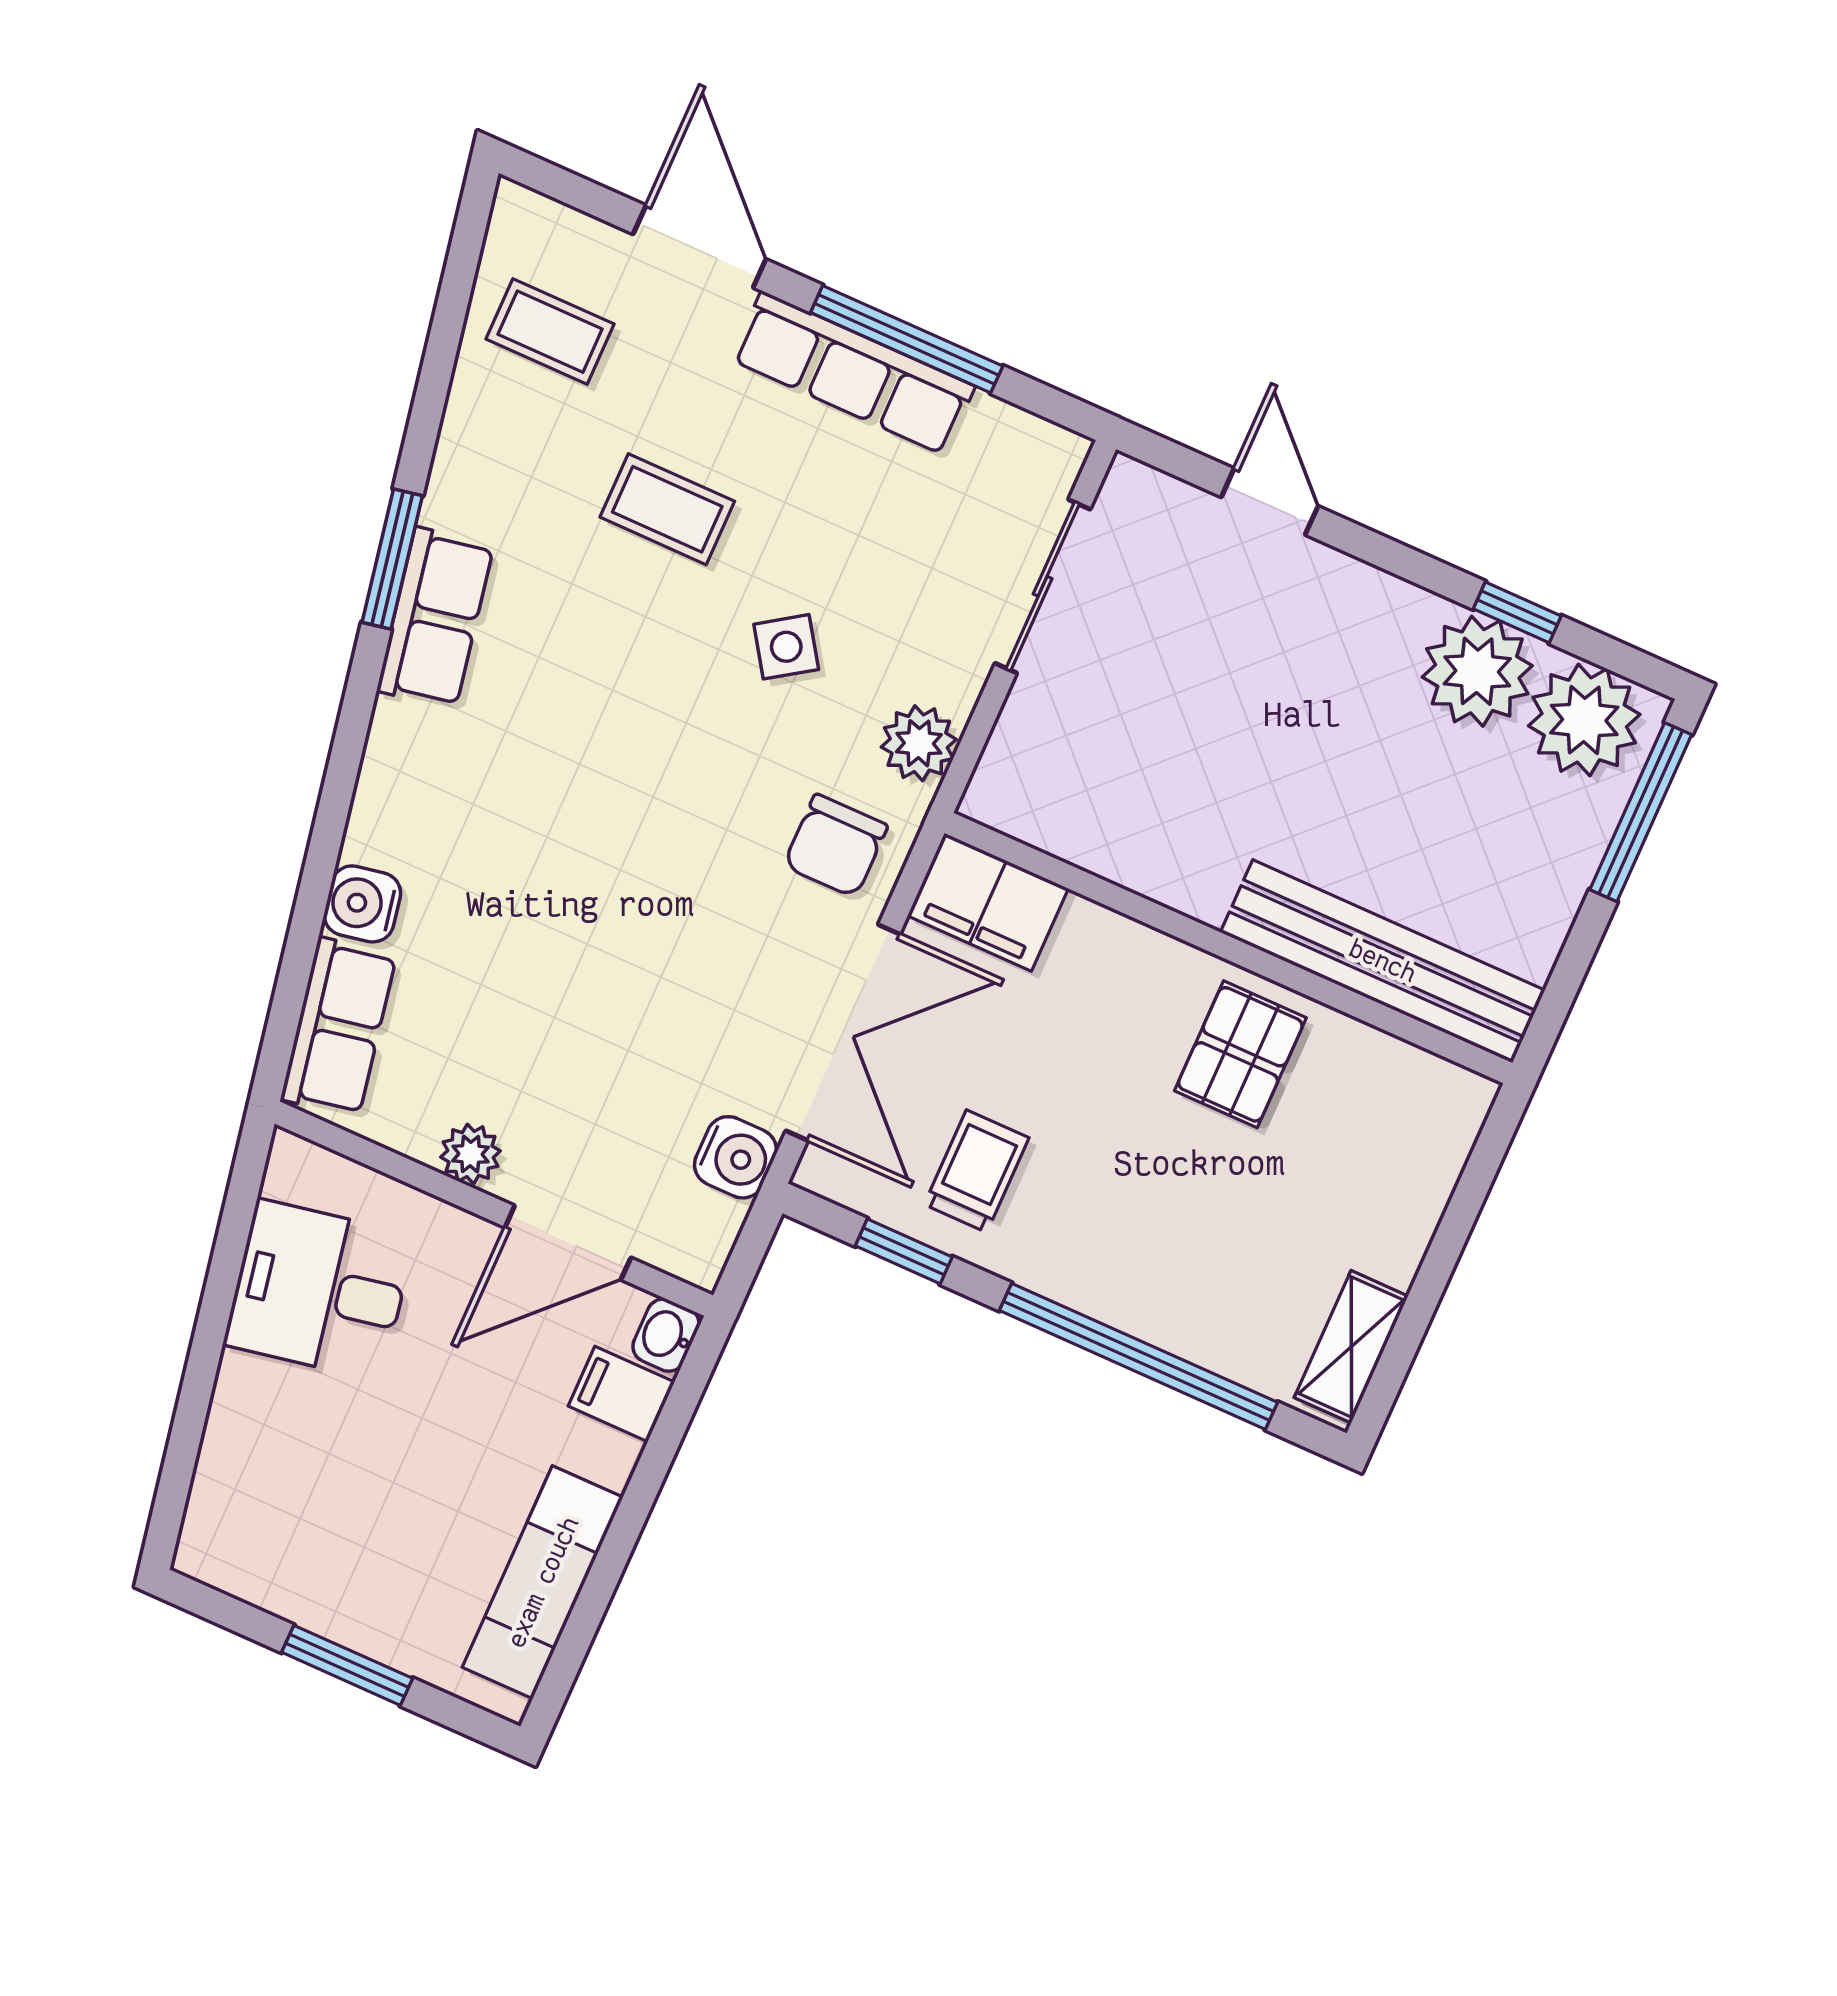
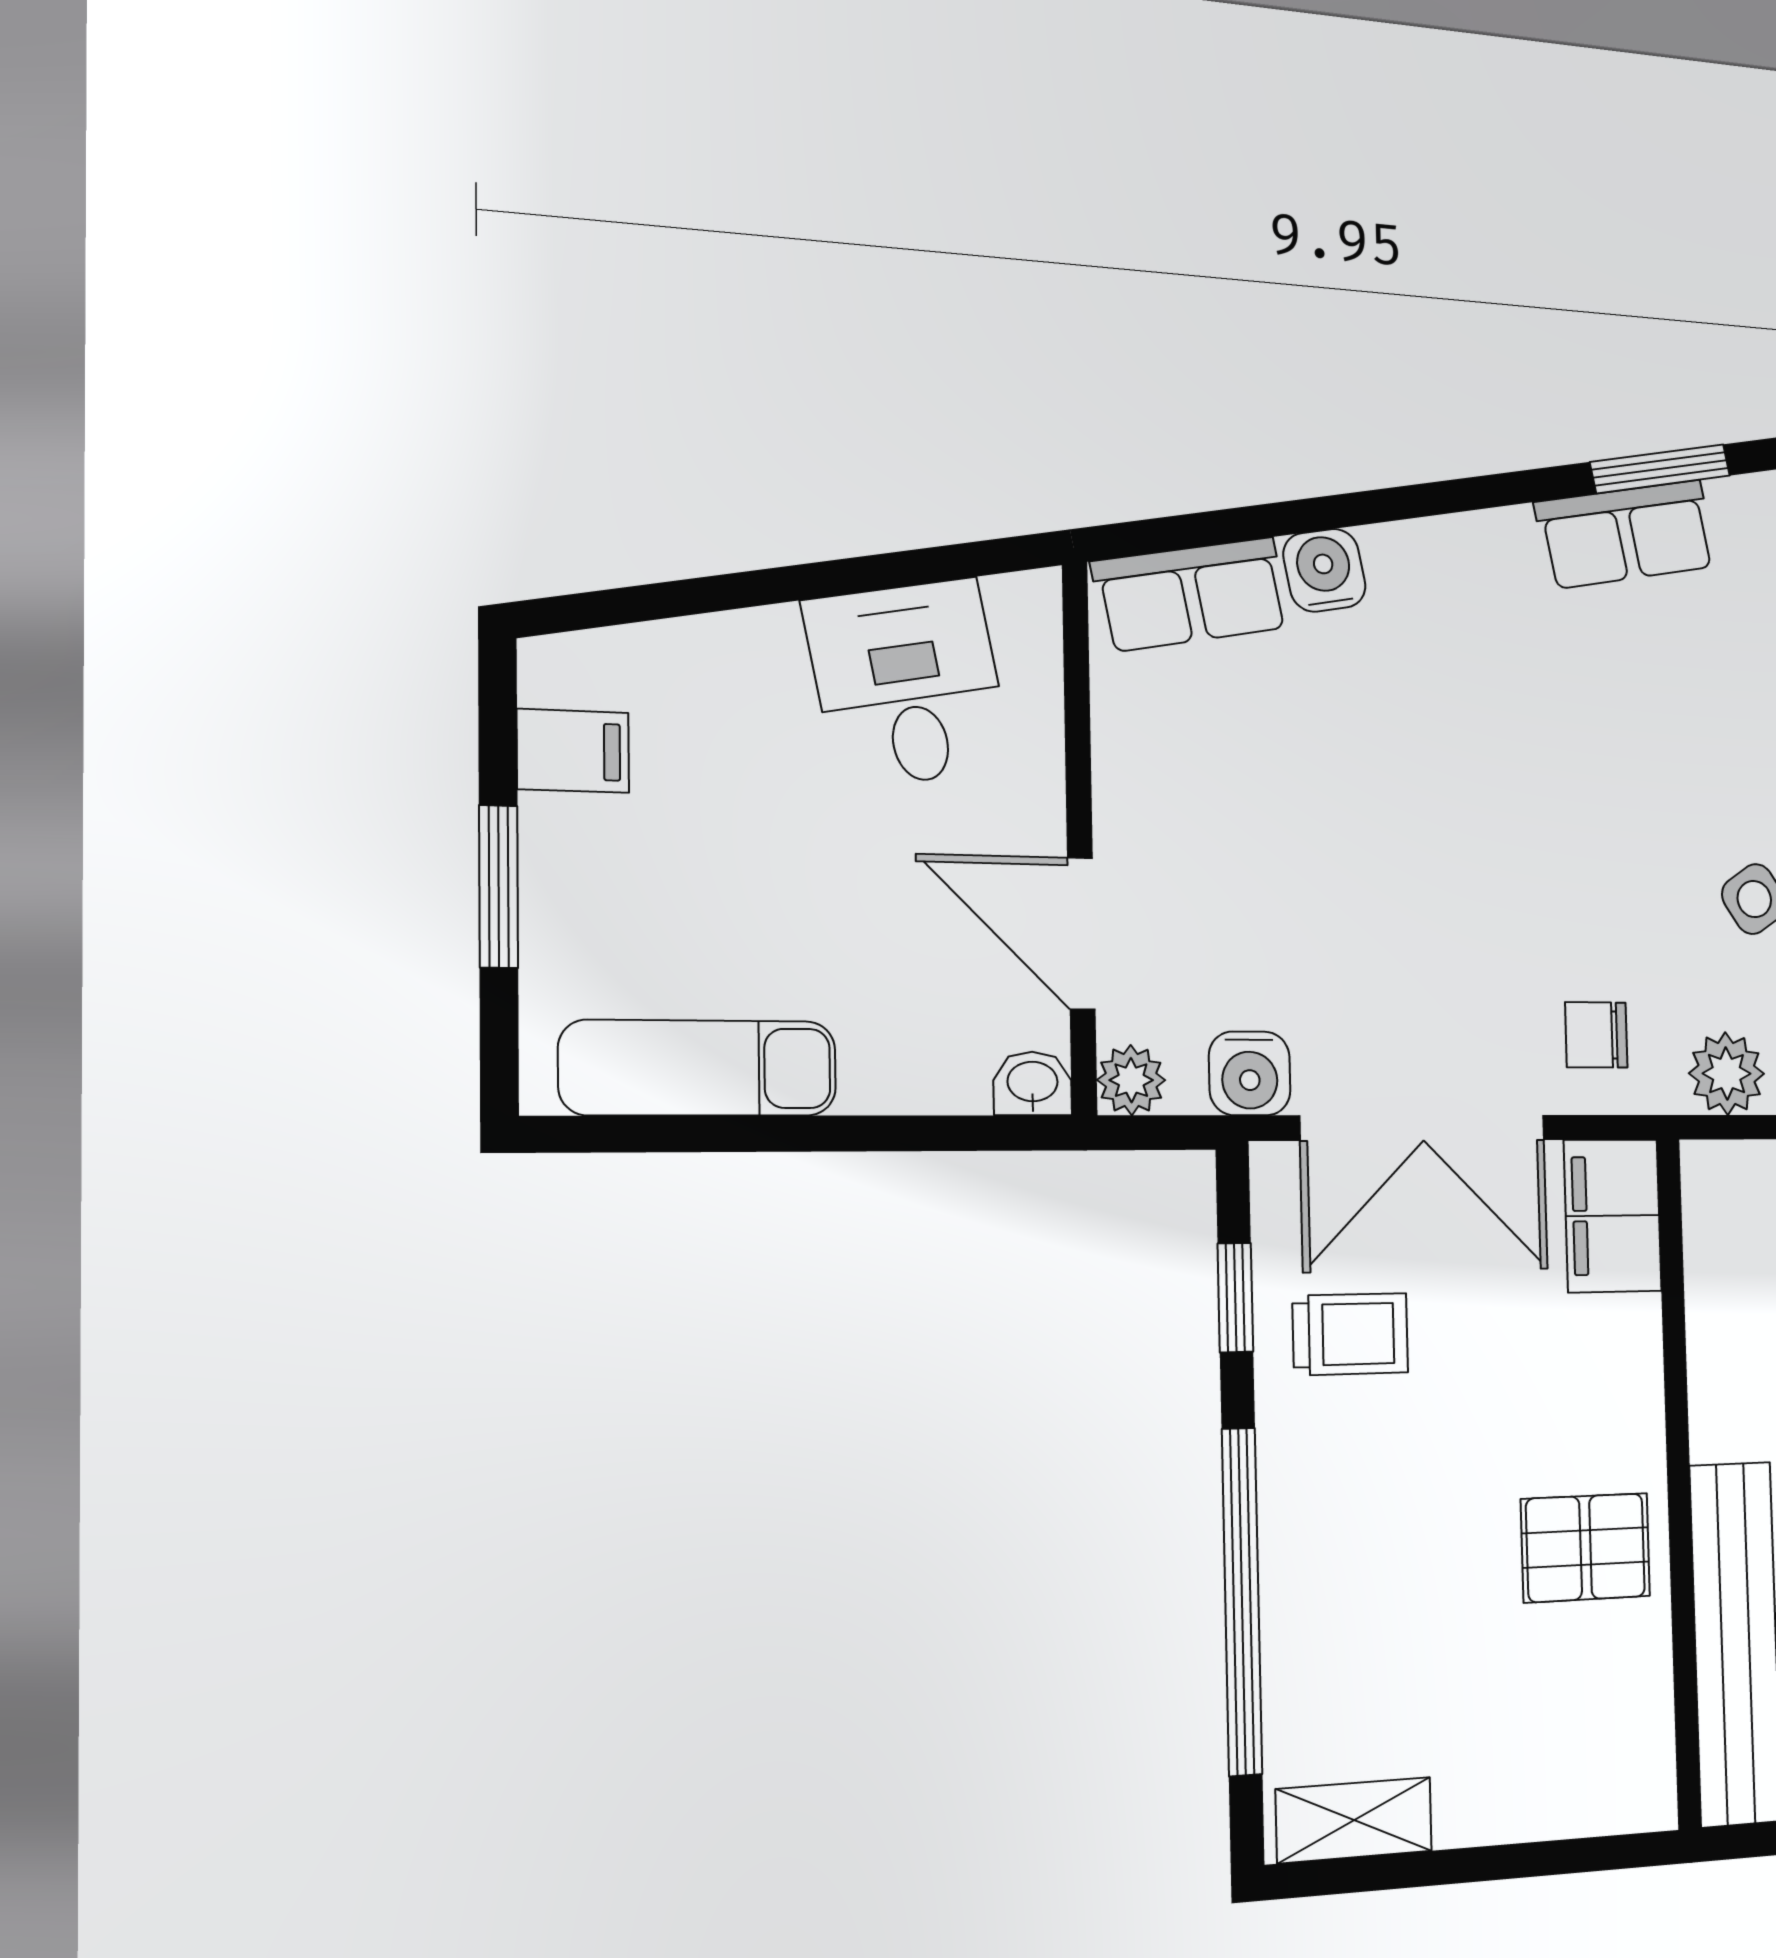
chair: (836, 846) -> (1596, 1035), width x0.73, depth x0.73
plant: (470, 1154) -> (1131, 1080), moved
filing cabinet: (621, 1394) -> (573, 751), moved, turned 90

